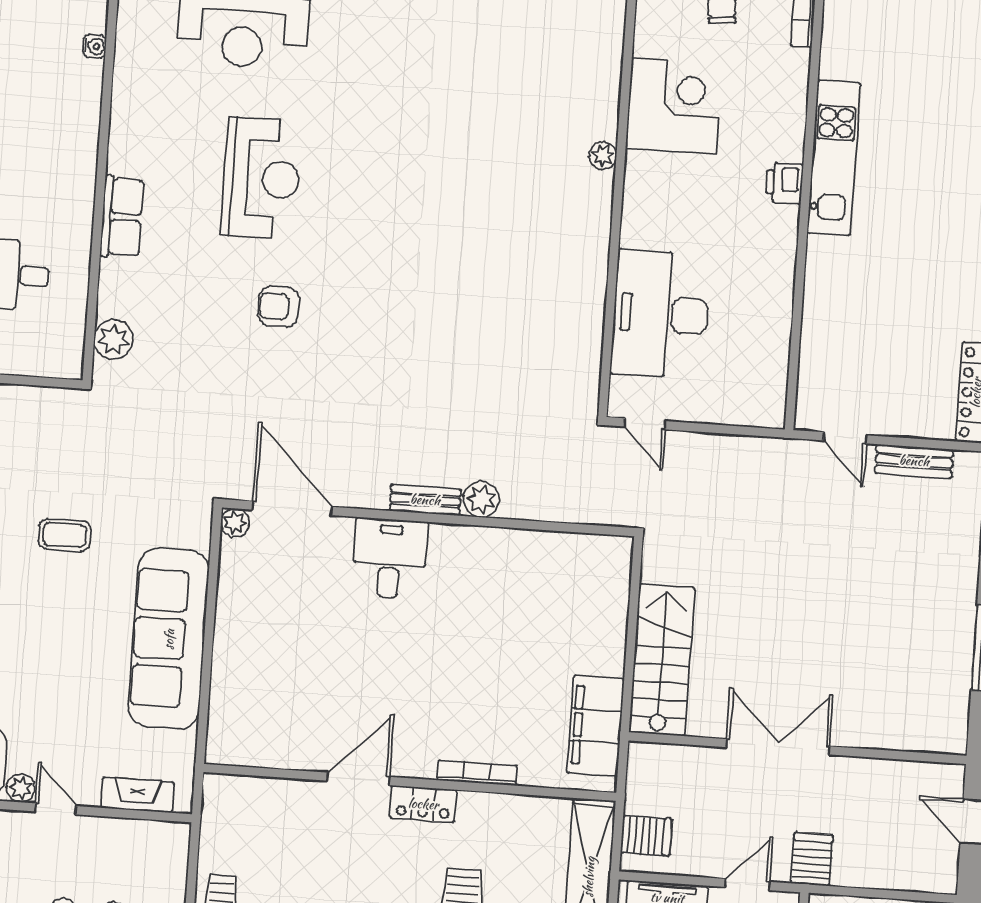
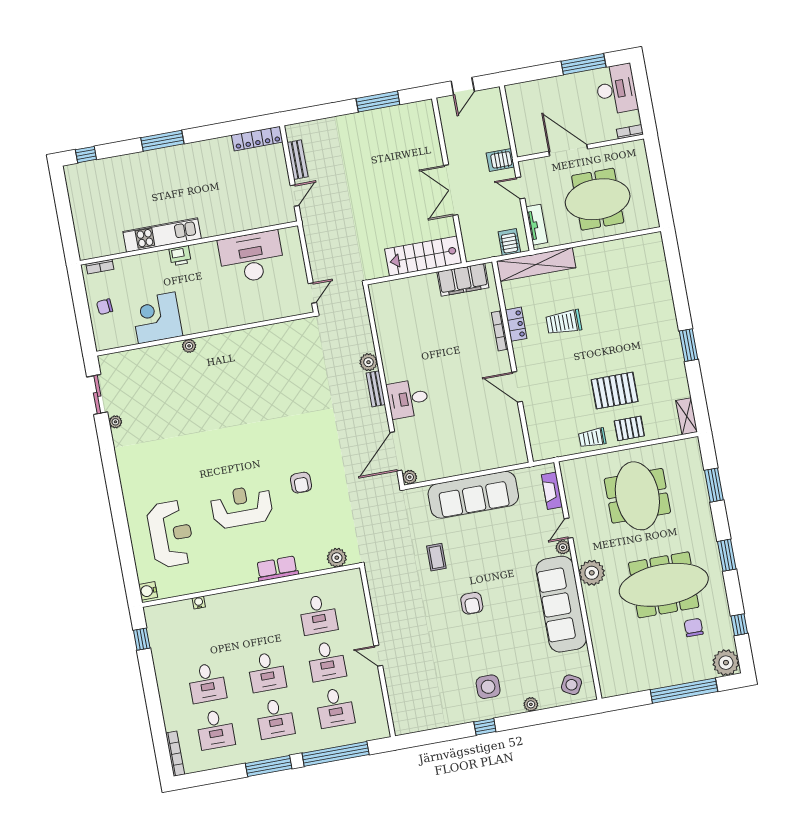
desk: (661, 314) -> (251, 257), moved, turned 180
locker: (423, 804) -> (516, 324), moved

